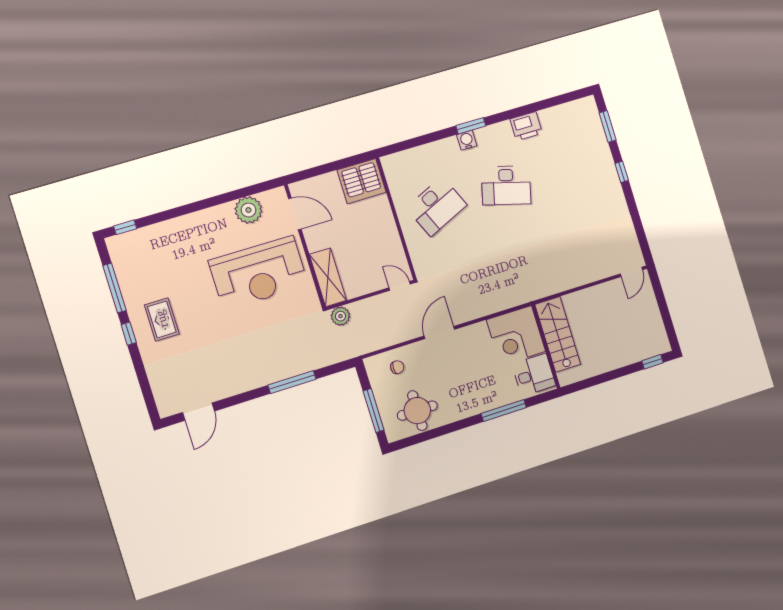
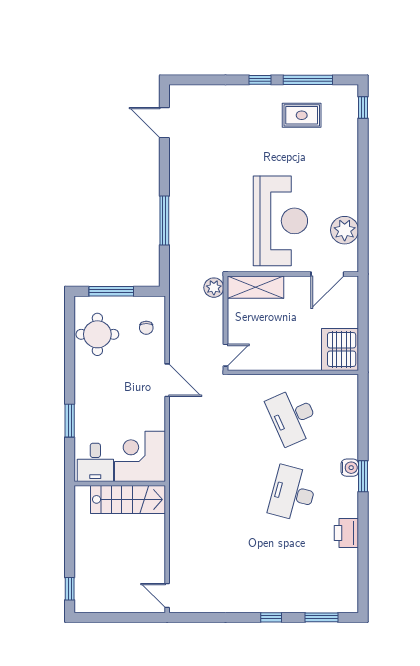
reception desk: (258, 273) -> (280, 221), turned 180
rug: (162, 319) -> (302, 115), moved
window: (504, 410) -> (70, 421), width x0.69

